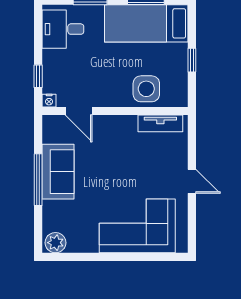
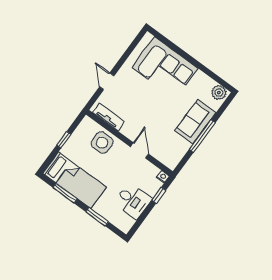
desk: (63, 29) -> (133, 201), moved
door: (79, 111) -> (139, 150), moved
sofa: (58, 172) -> (195, 122), moved
door: (192, 181) -> (107, 81), moved

